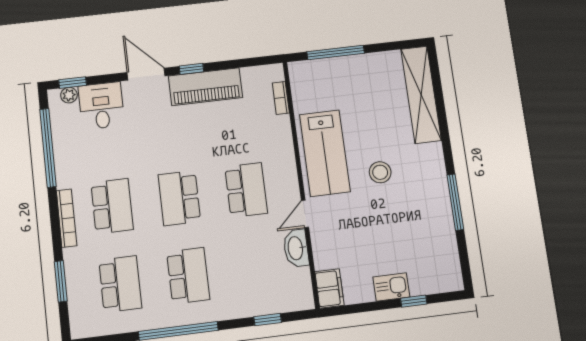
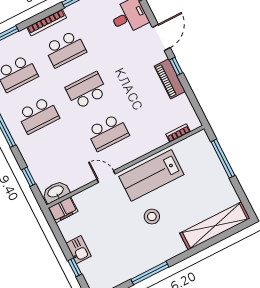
piano: (206, 87) -> (170, 79), width x0.73, depth x0.75
washbasin: (296, 248) -> (56, 192), moved

